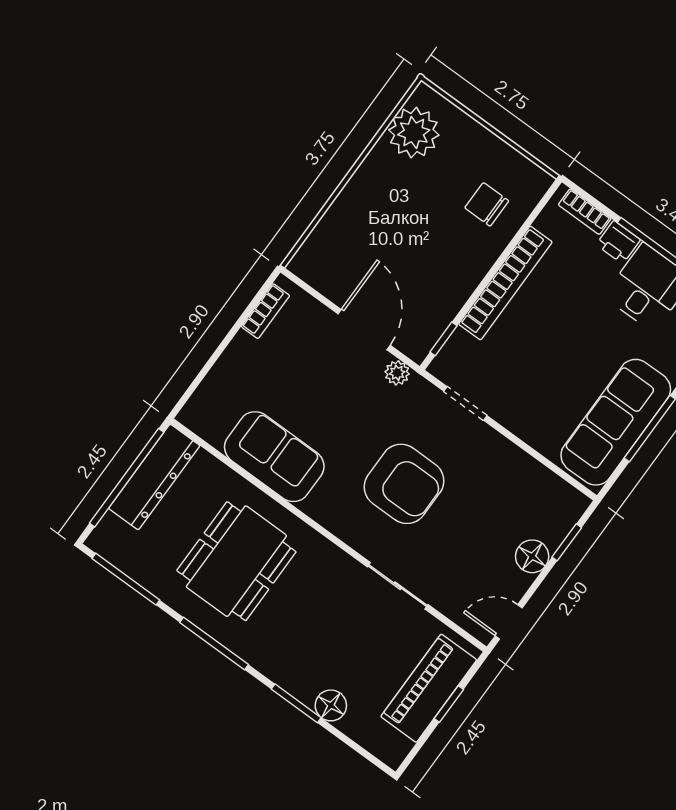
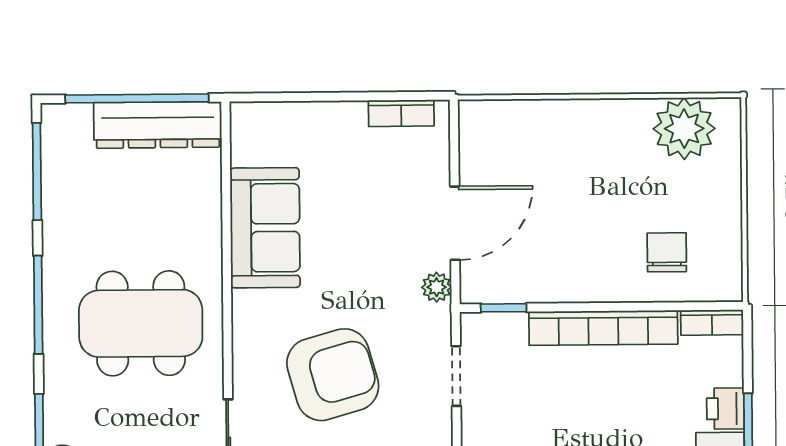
bookcase: (585, 212) -> (712, 322), moved, turned -90
armchair: (404, 484) -> (333, 375), turned -106
dining table: (236, 561) -> (141, 323), moved

